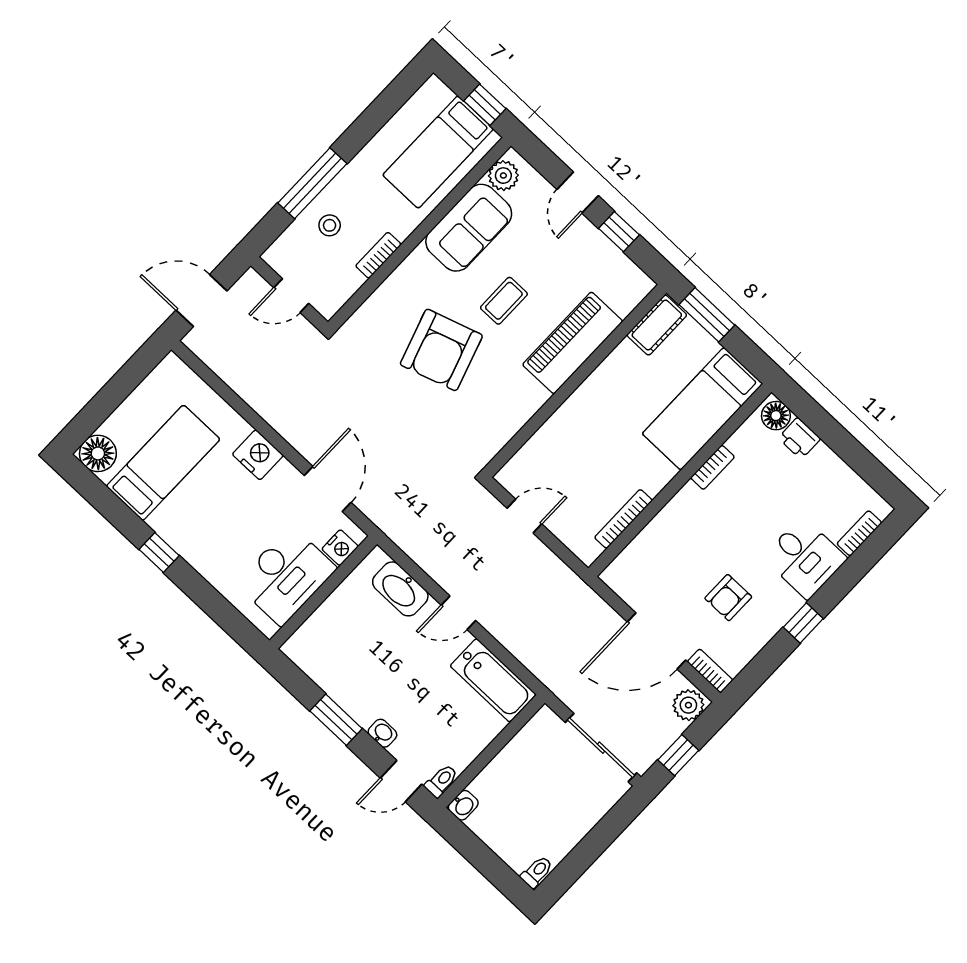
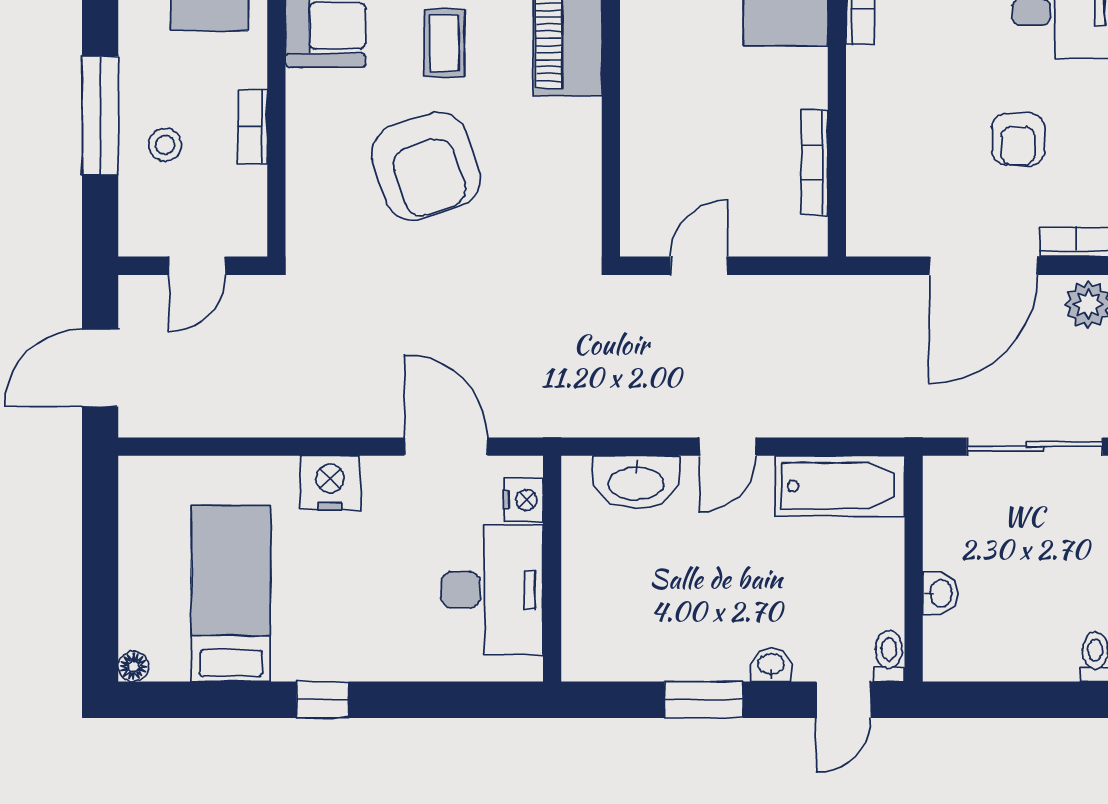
floor lamp: (98, 453) -> (133, 666), width x0.53, depth x0.53
washbasin: (463, 805) -> (940, 593), moved

